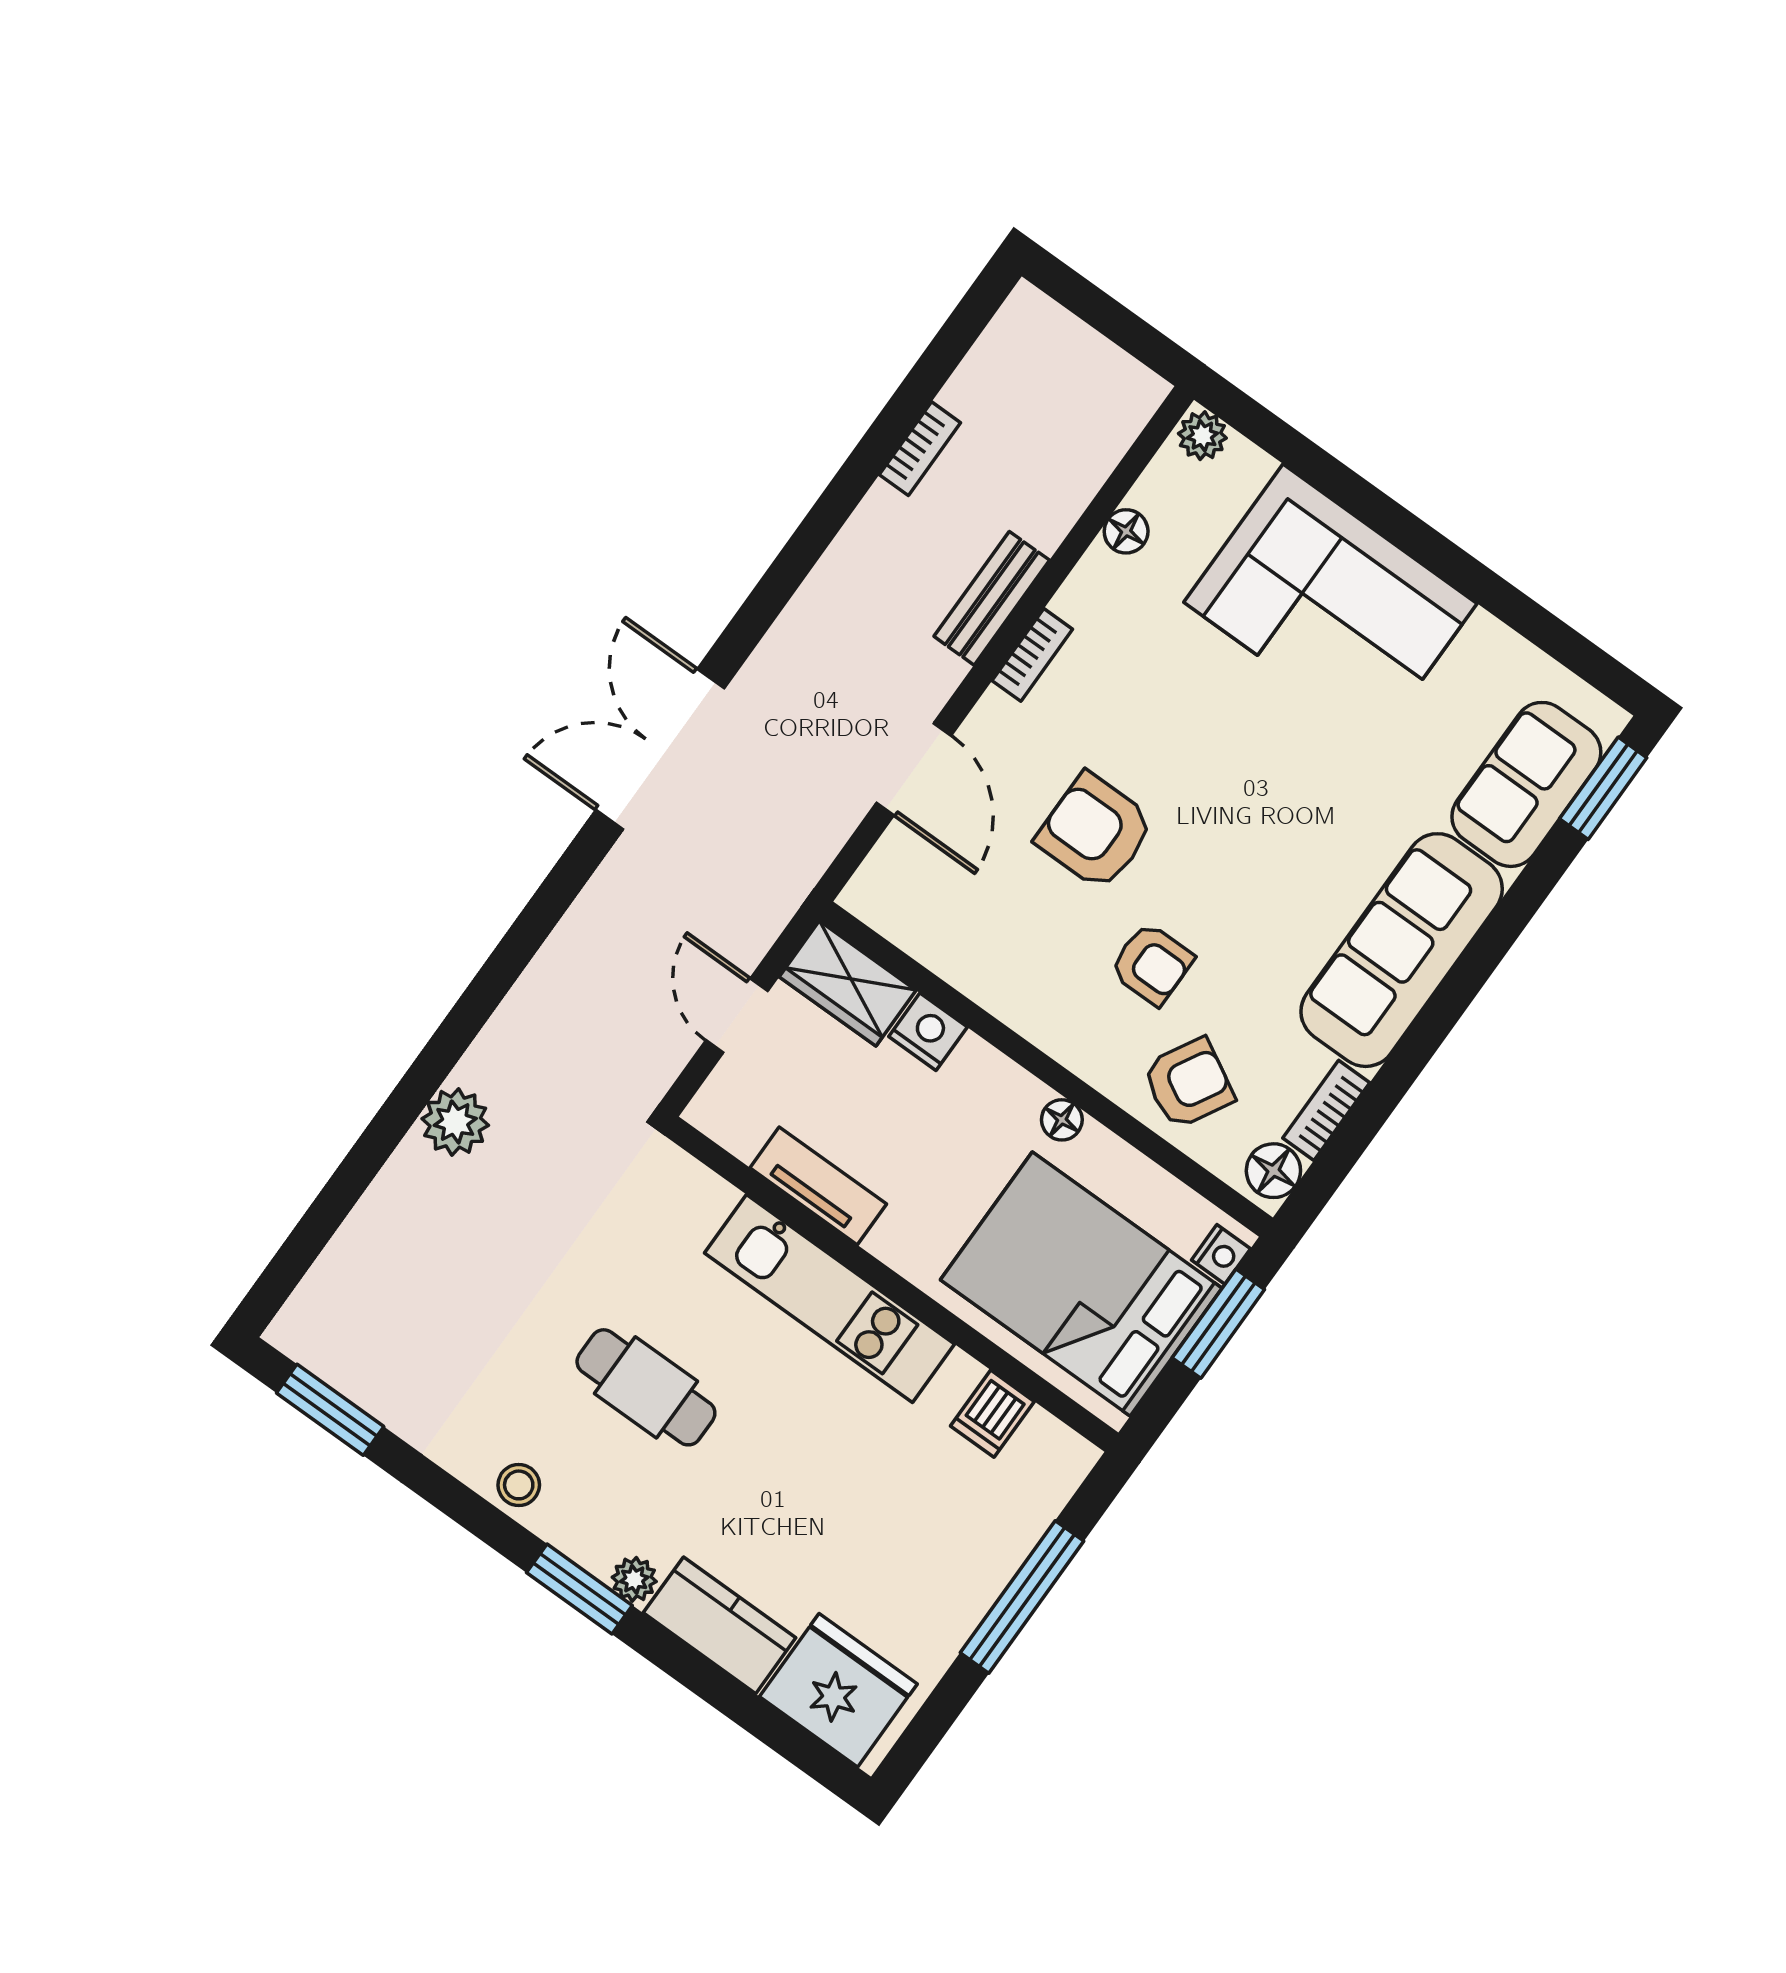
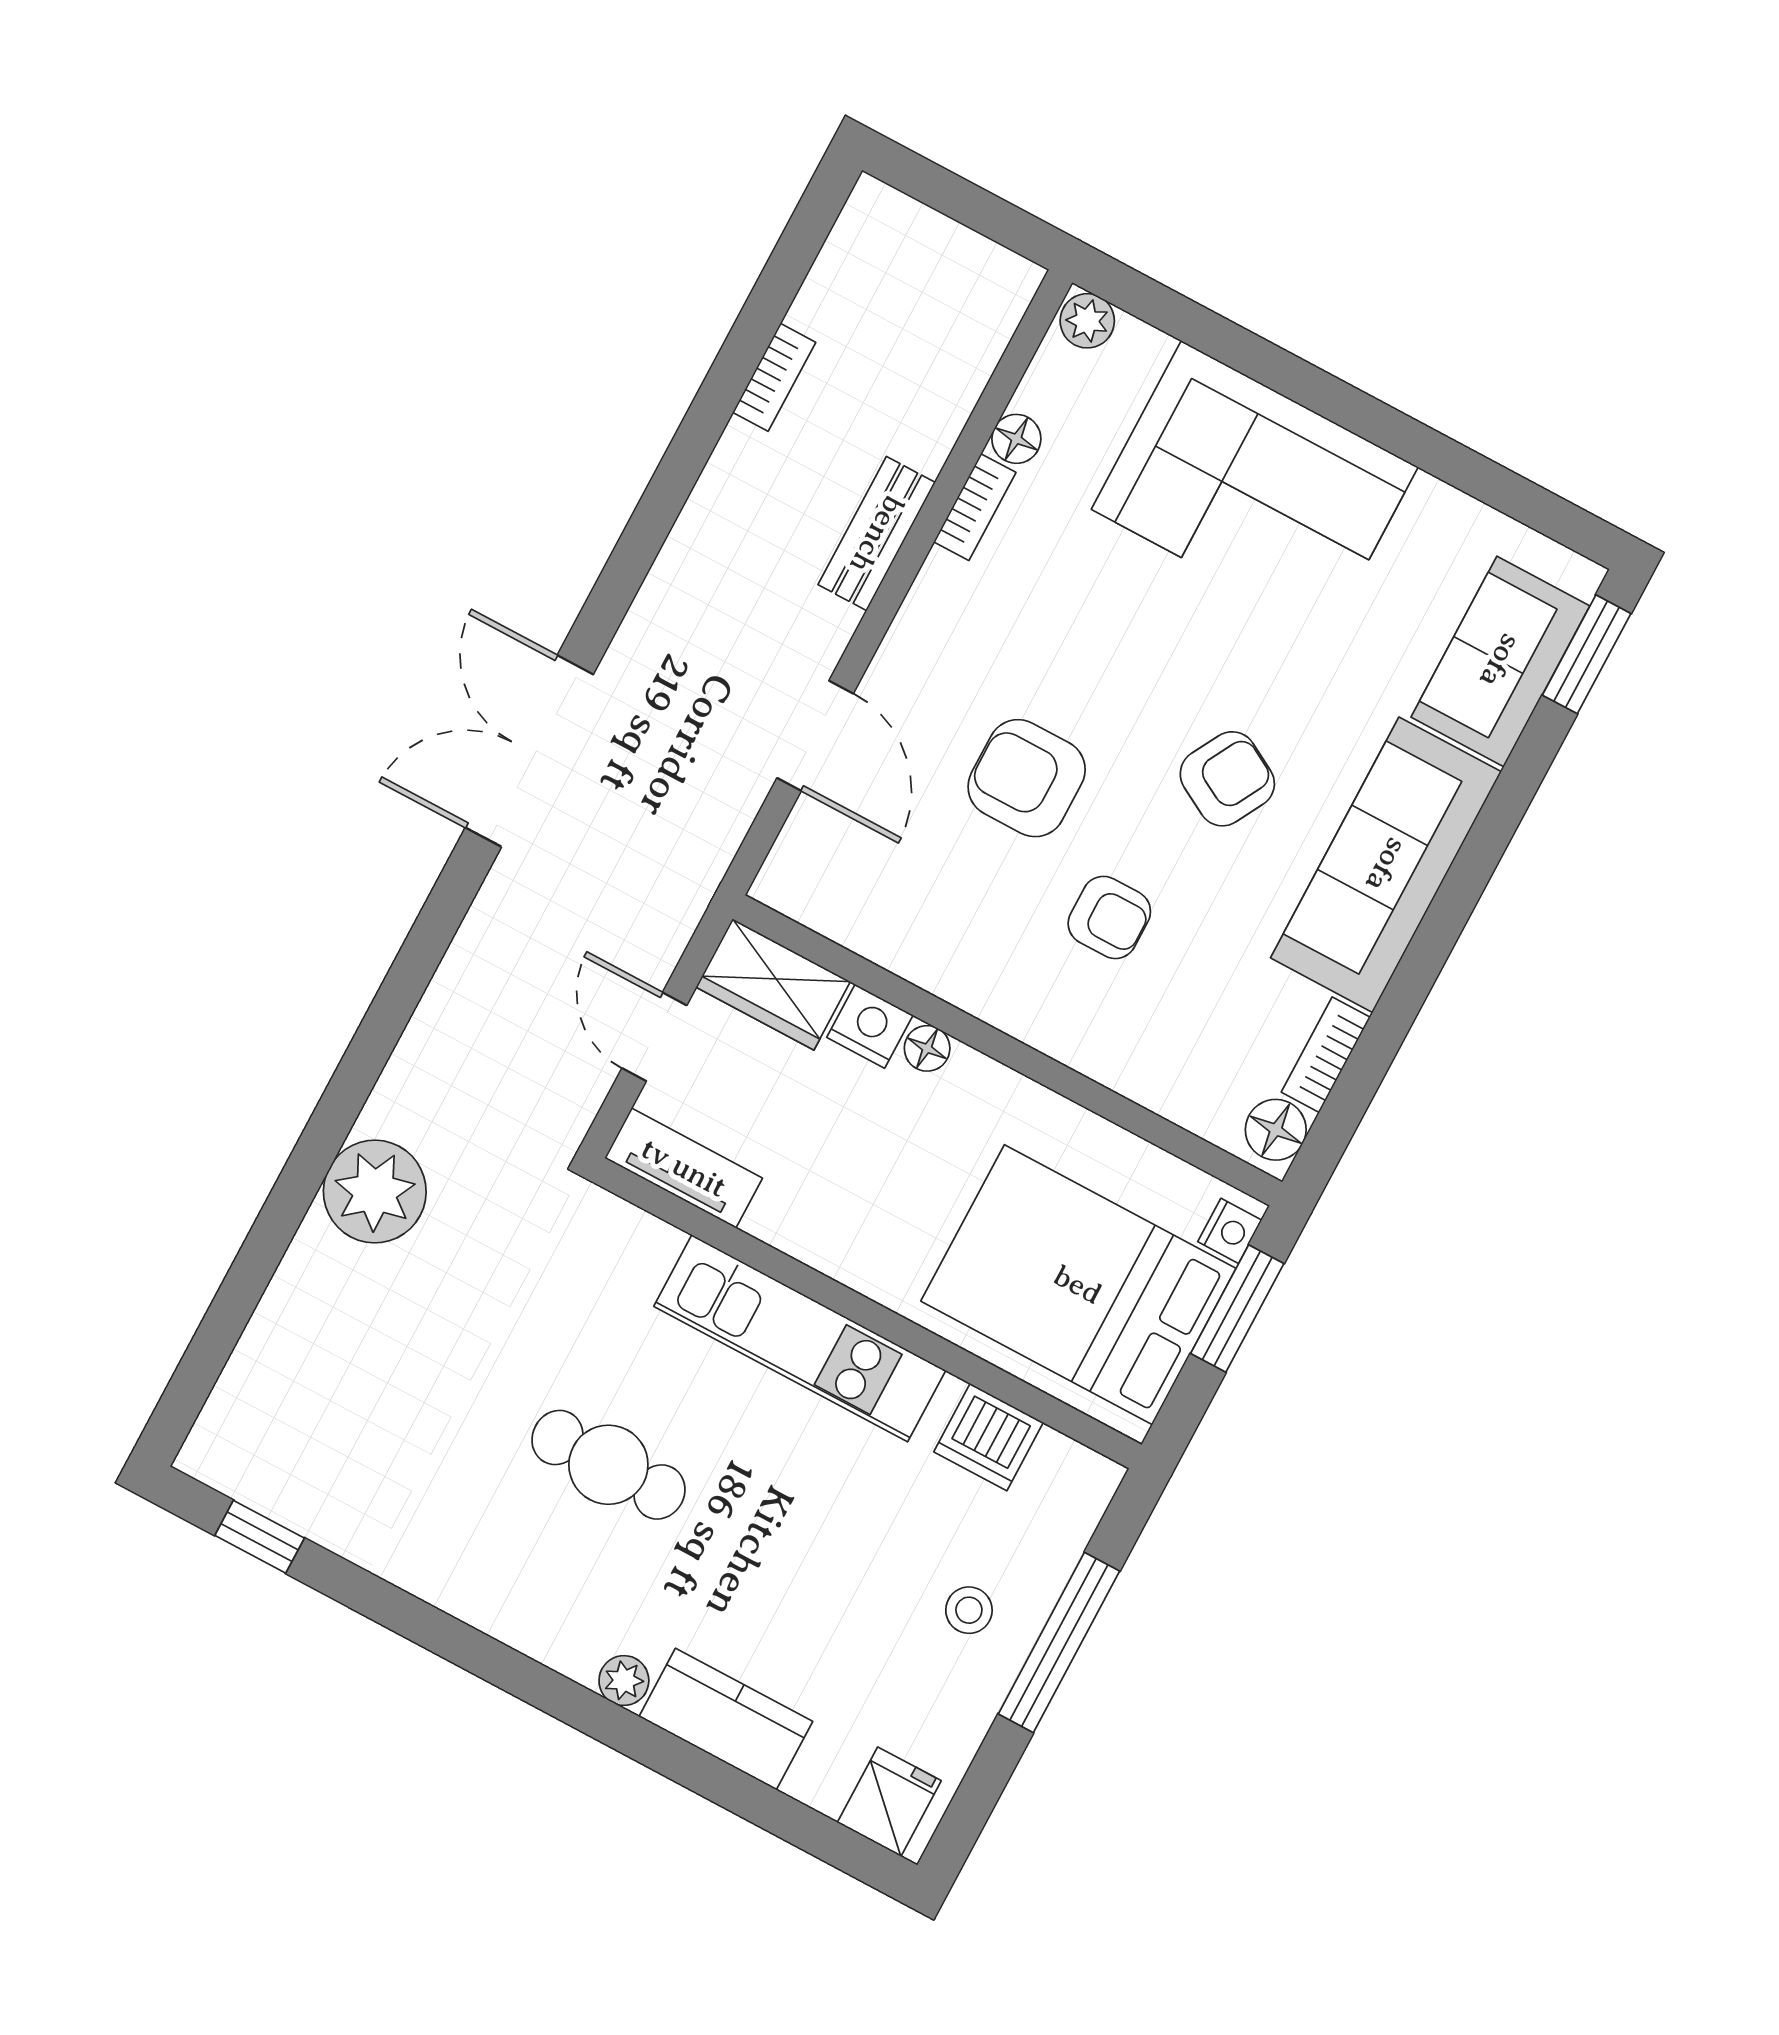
bookcase: (1032, 655) -> (975, 507), moved
armchair: (1188, 1083) -> (1227, 779), moved
floor lamp: (1062, 1120) -> (927, 1048), moved
plant: (455, 1122) -> (375, 1192), width x1.36, depth x1.36
tv unit: (818, 1186) -> (684, 1168), moved
window: (330, 1410) -> (260, 1537), width x0.67
dishwasher: (992, 1414) -> (989, 1437), width x1.38
stool: (519, 1485) -> (969, 1610), moved
window: (579, 1589) -> (564, 1699), removed
fridge: (838, 1690) -> (889, 1802), width x0.53, depth x0.75

